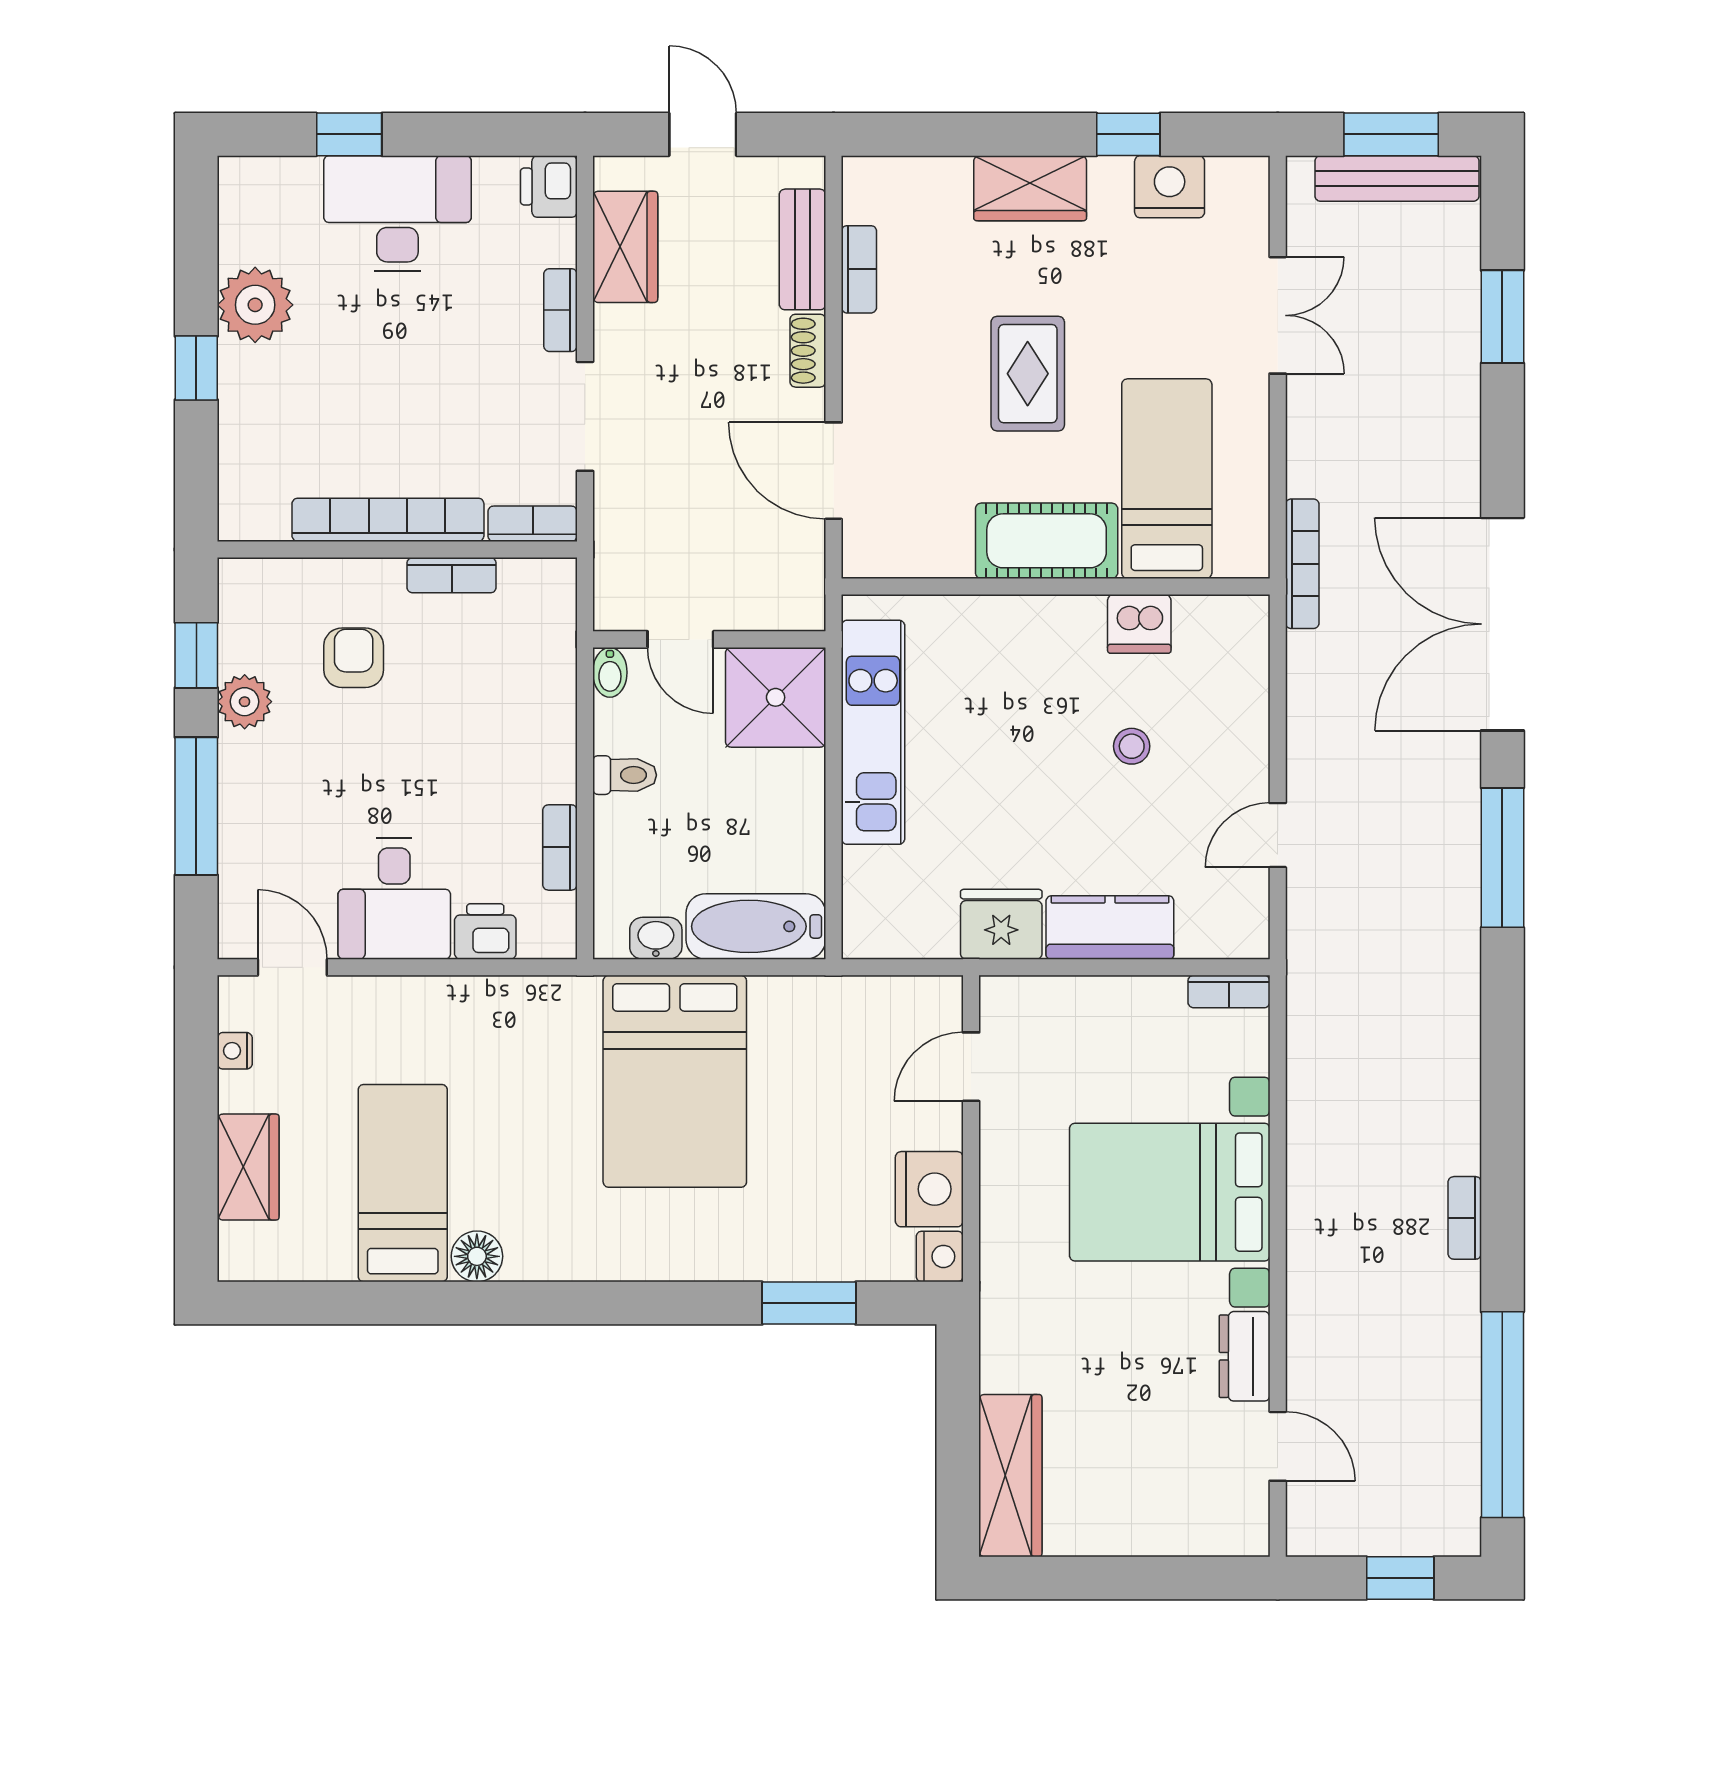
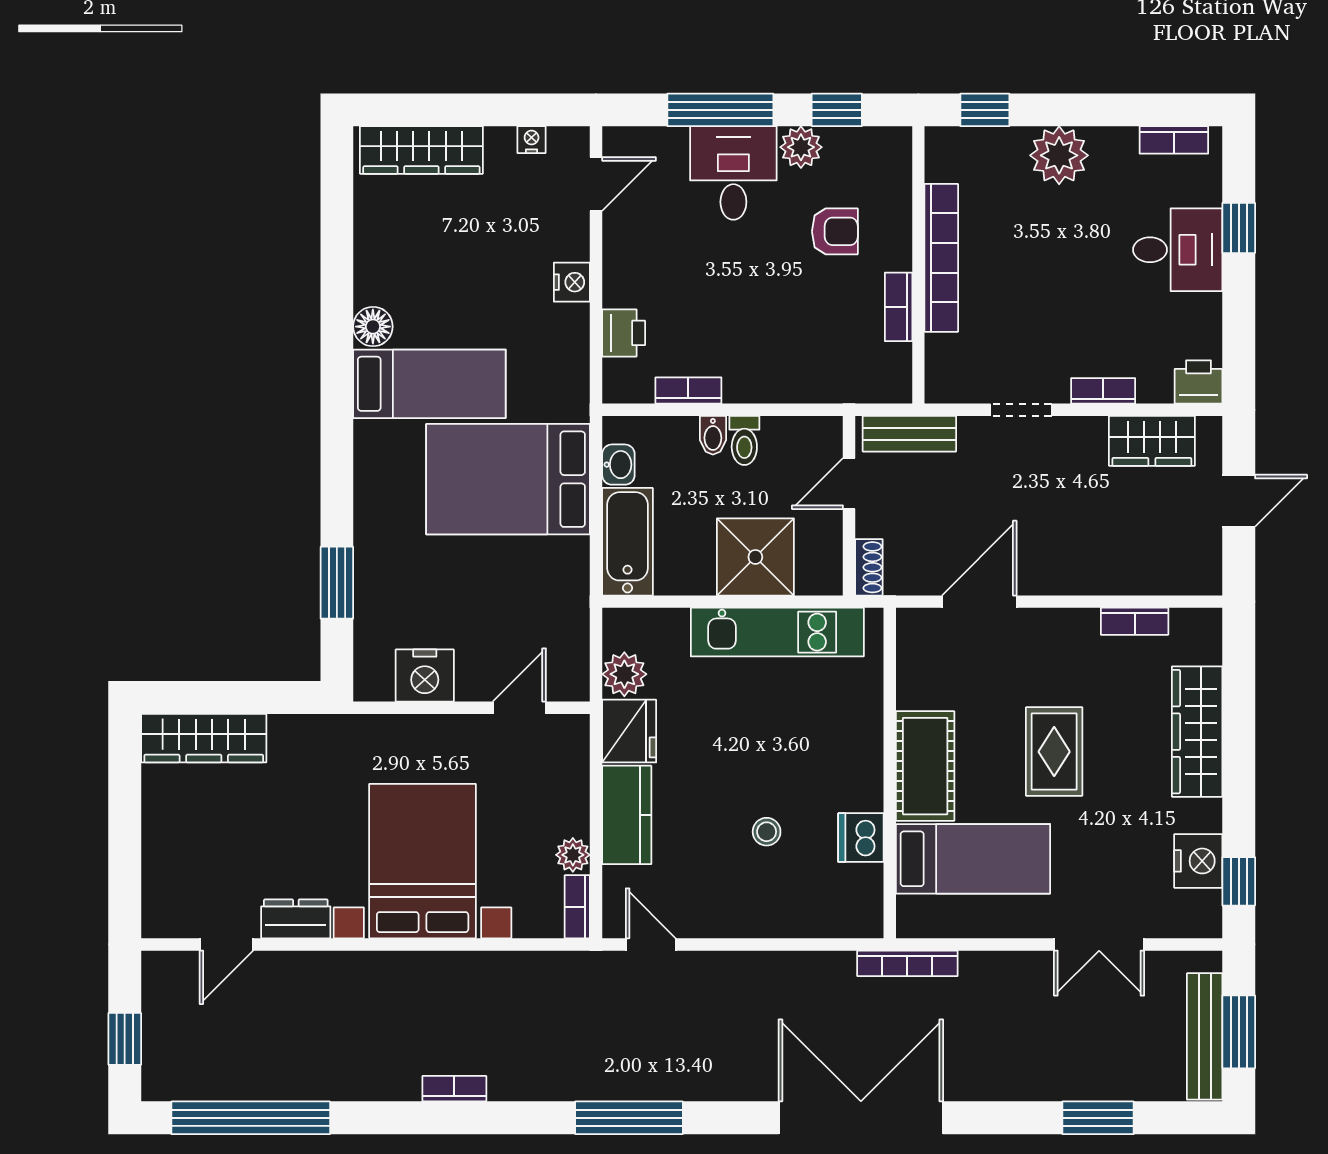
window: (1128, 134) -> (1239, 881), moved
wardrobe: (1030, 188) -> (1197, 732), width x1.50
desk: (397, 213) -> (1178, 250), width x0.73
bench: (802, 249) -> (909, 434), moved
plant: (255, 305) -> (1059, 155), moved
shoe rack: (808, 351) -> (869, 567), moved, turned 90
window: (196, 368) -> (985, 110), moved
rug: (1028, 374) -> (1054, 752), turned 90
doorway: (585, 416) -> (1021, 410), width x0.73
bookcase: (533, 524) -> (1174, 140), moved, turned 90
bidet: (610, 672) -> (713, 435), moved, turned -90
shower: (776, 697) -> (755, 557), moved
door: (1278, 835) -> (651, 944), moved
window: (1502, 858) -> (629, 1118), moved
desk: (394, 899) -> (733, 173), moved, turned 90
plant: (928, 931) -> (624, 674), added
plant: (1162, 997) -> (573, 855), added
door: (971, 1067) -> (519, 708), hinge flipped
wardrobe: (248, 1167) -> (421, 150), width x1.50
bed: (403, 1183) -> (429, 384), moved
bookcase: (1465, 1218) -> (454, 1089), moved
nightstand: (940, 1256) -> (572, 282), moved, turned -90

